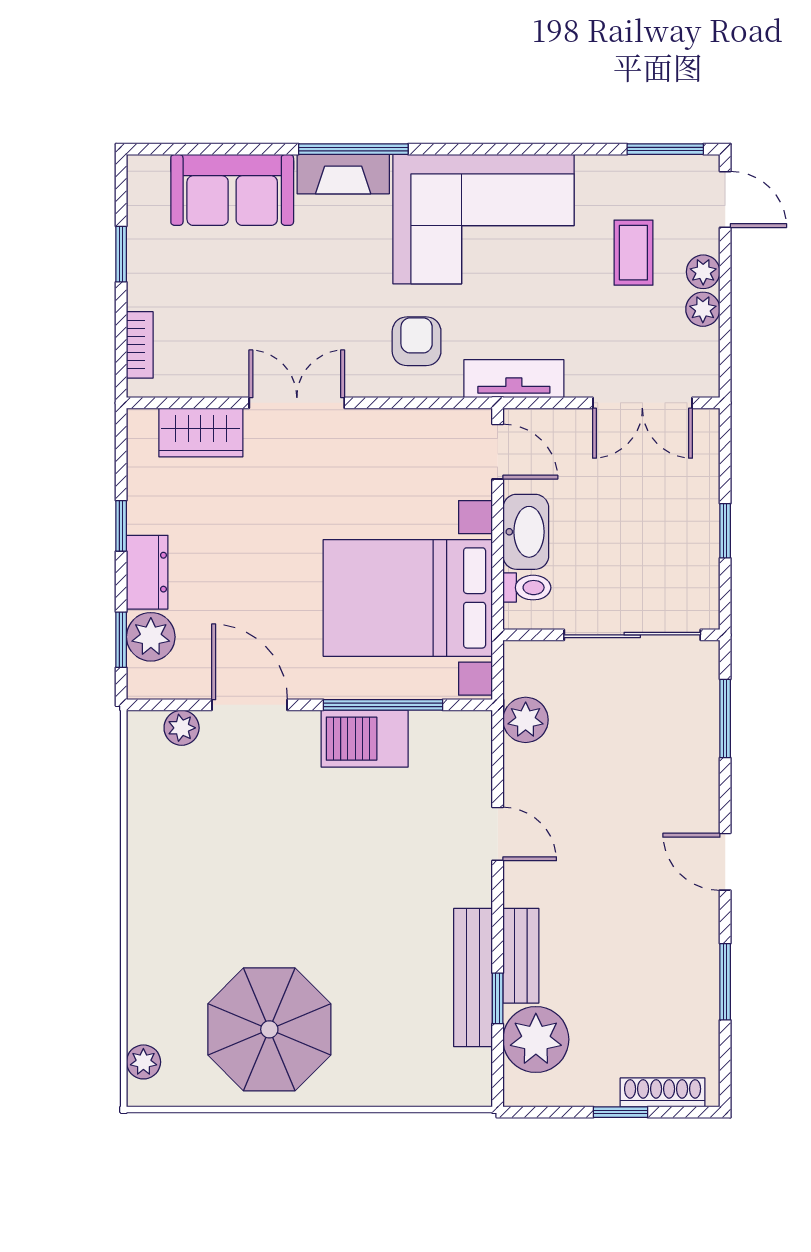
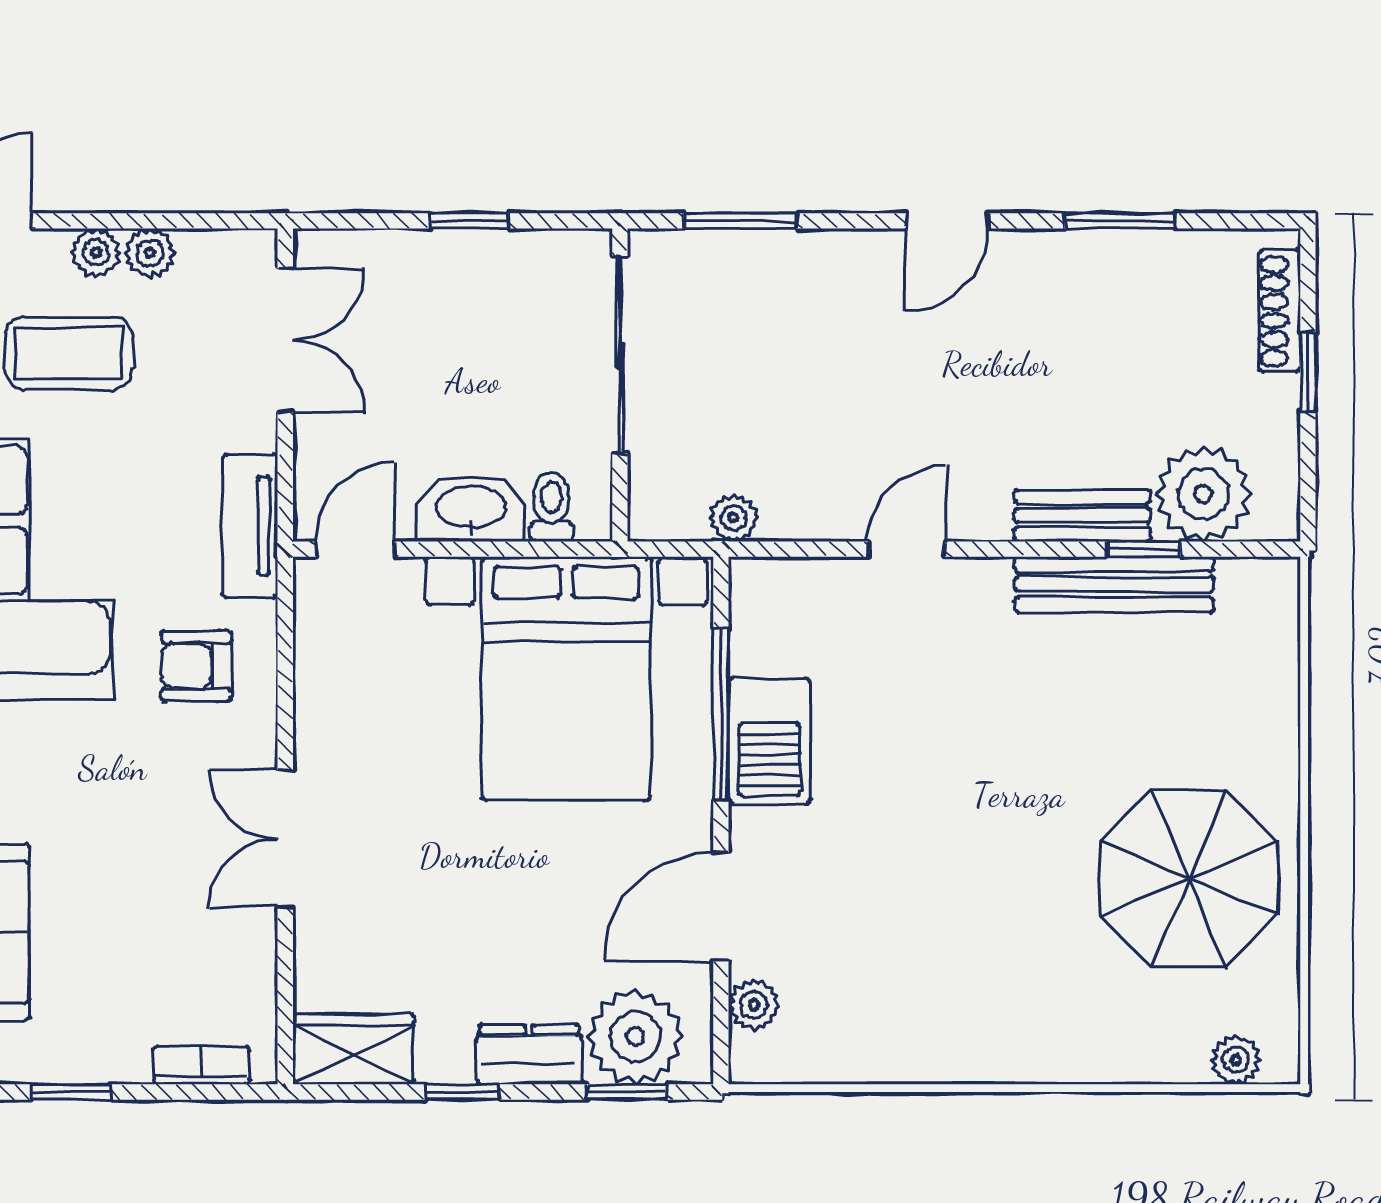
coffee table: (633, 253) -> (68, 353), width x1.36, depth x1.30
wardrobe: (201, 433) -> (353, 1049), moved, turned -90
plant: (151, 637) -> (635, 1037), width x1.36, depth x1.36
plant: (526, 720) -> (733, 518), width x0.73, depth x0.73

